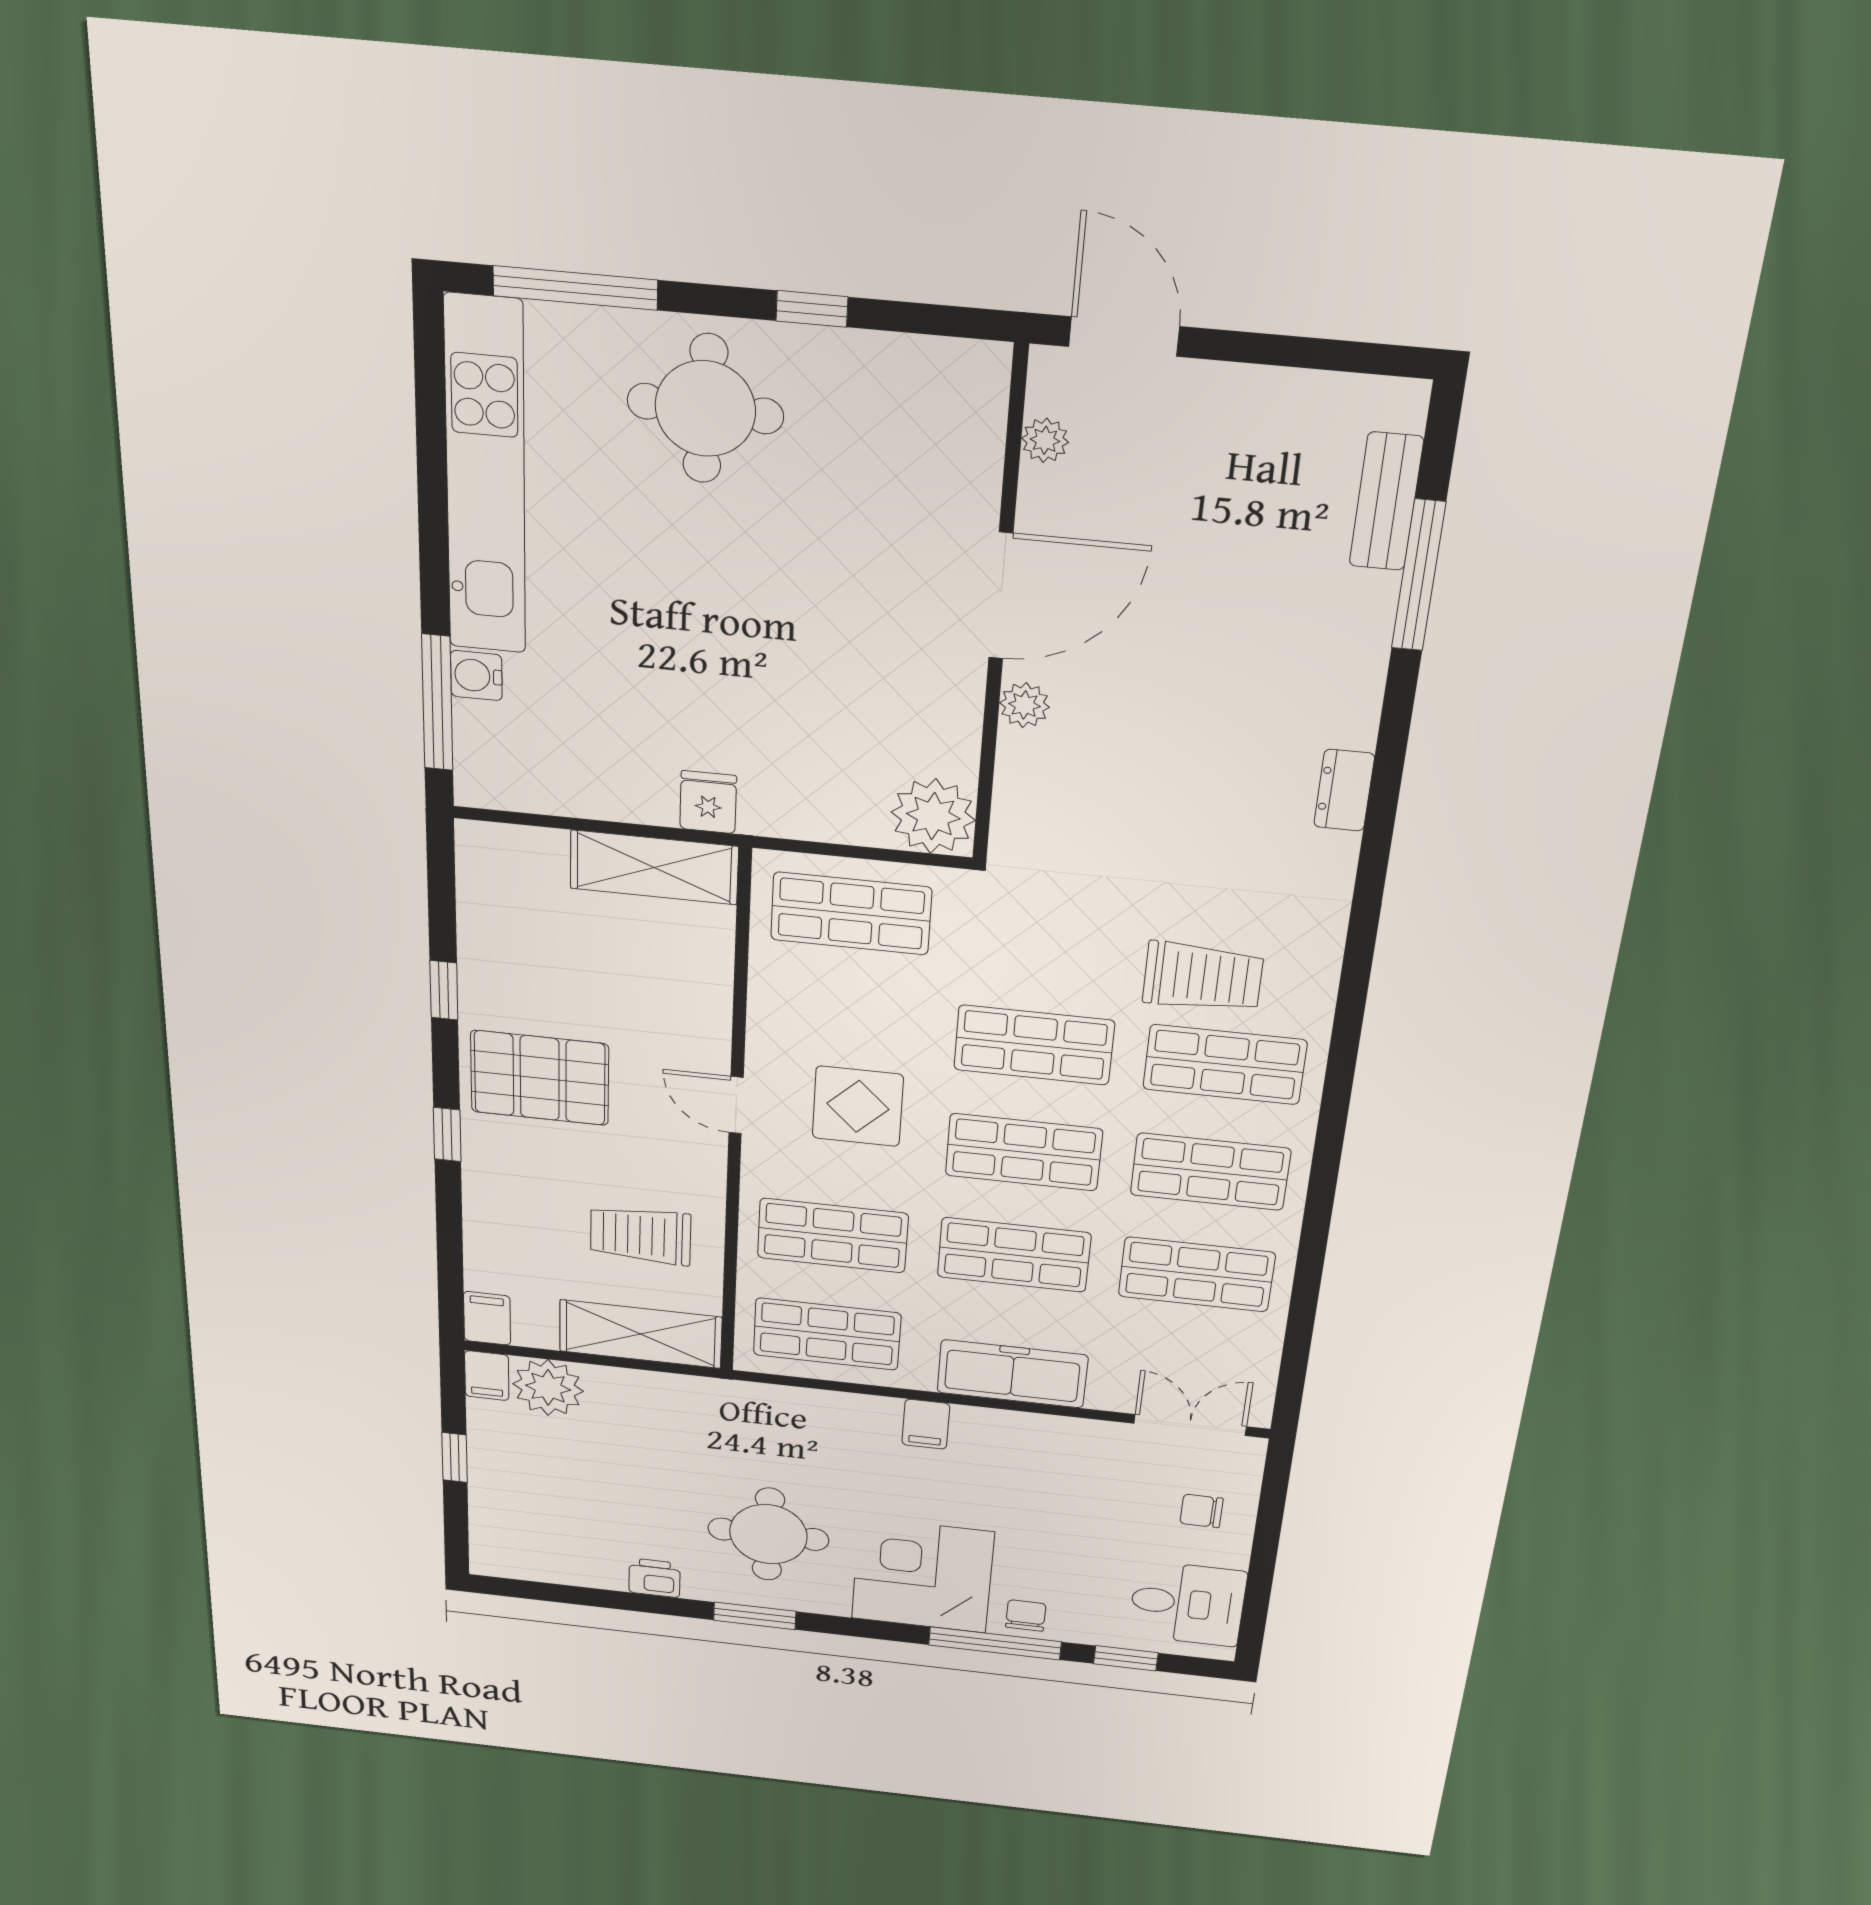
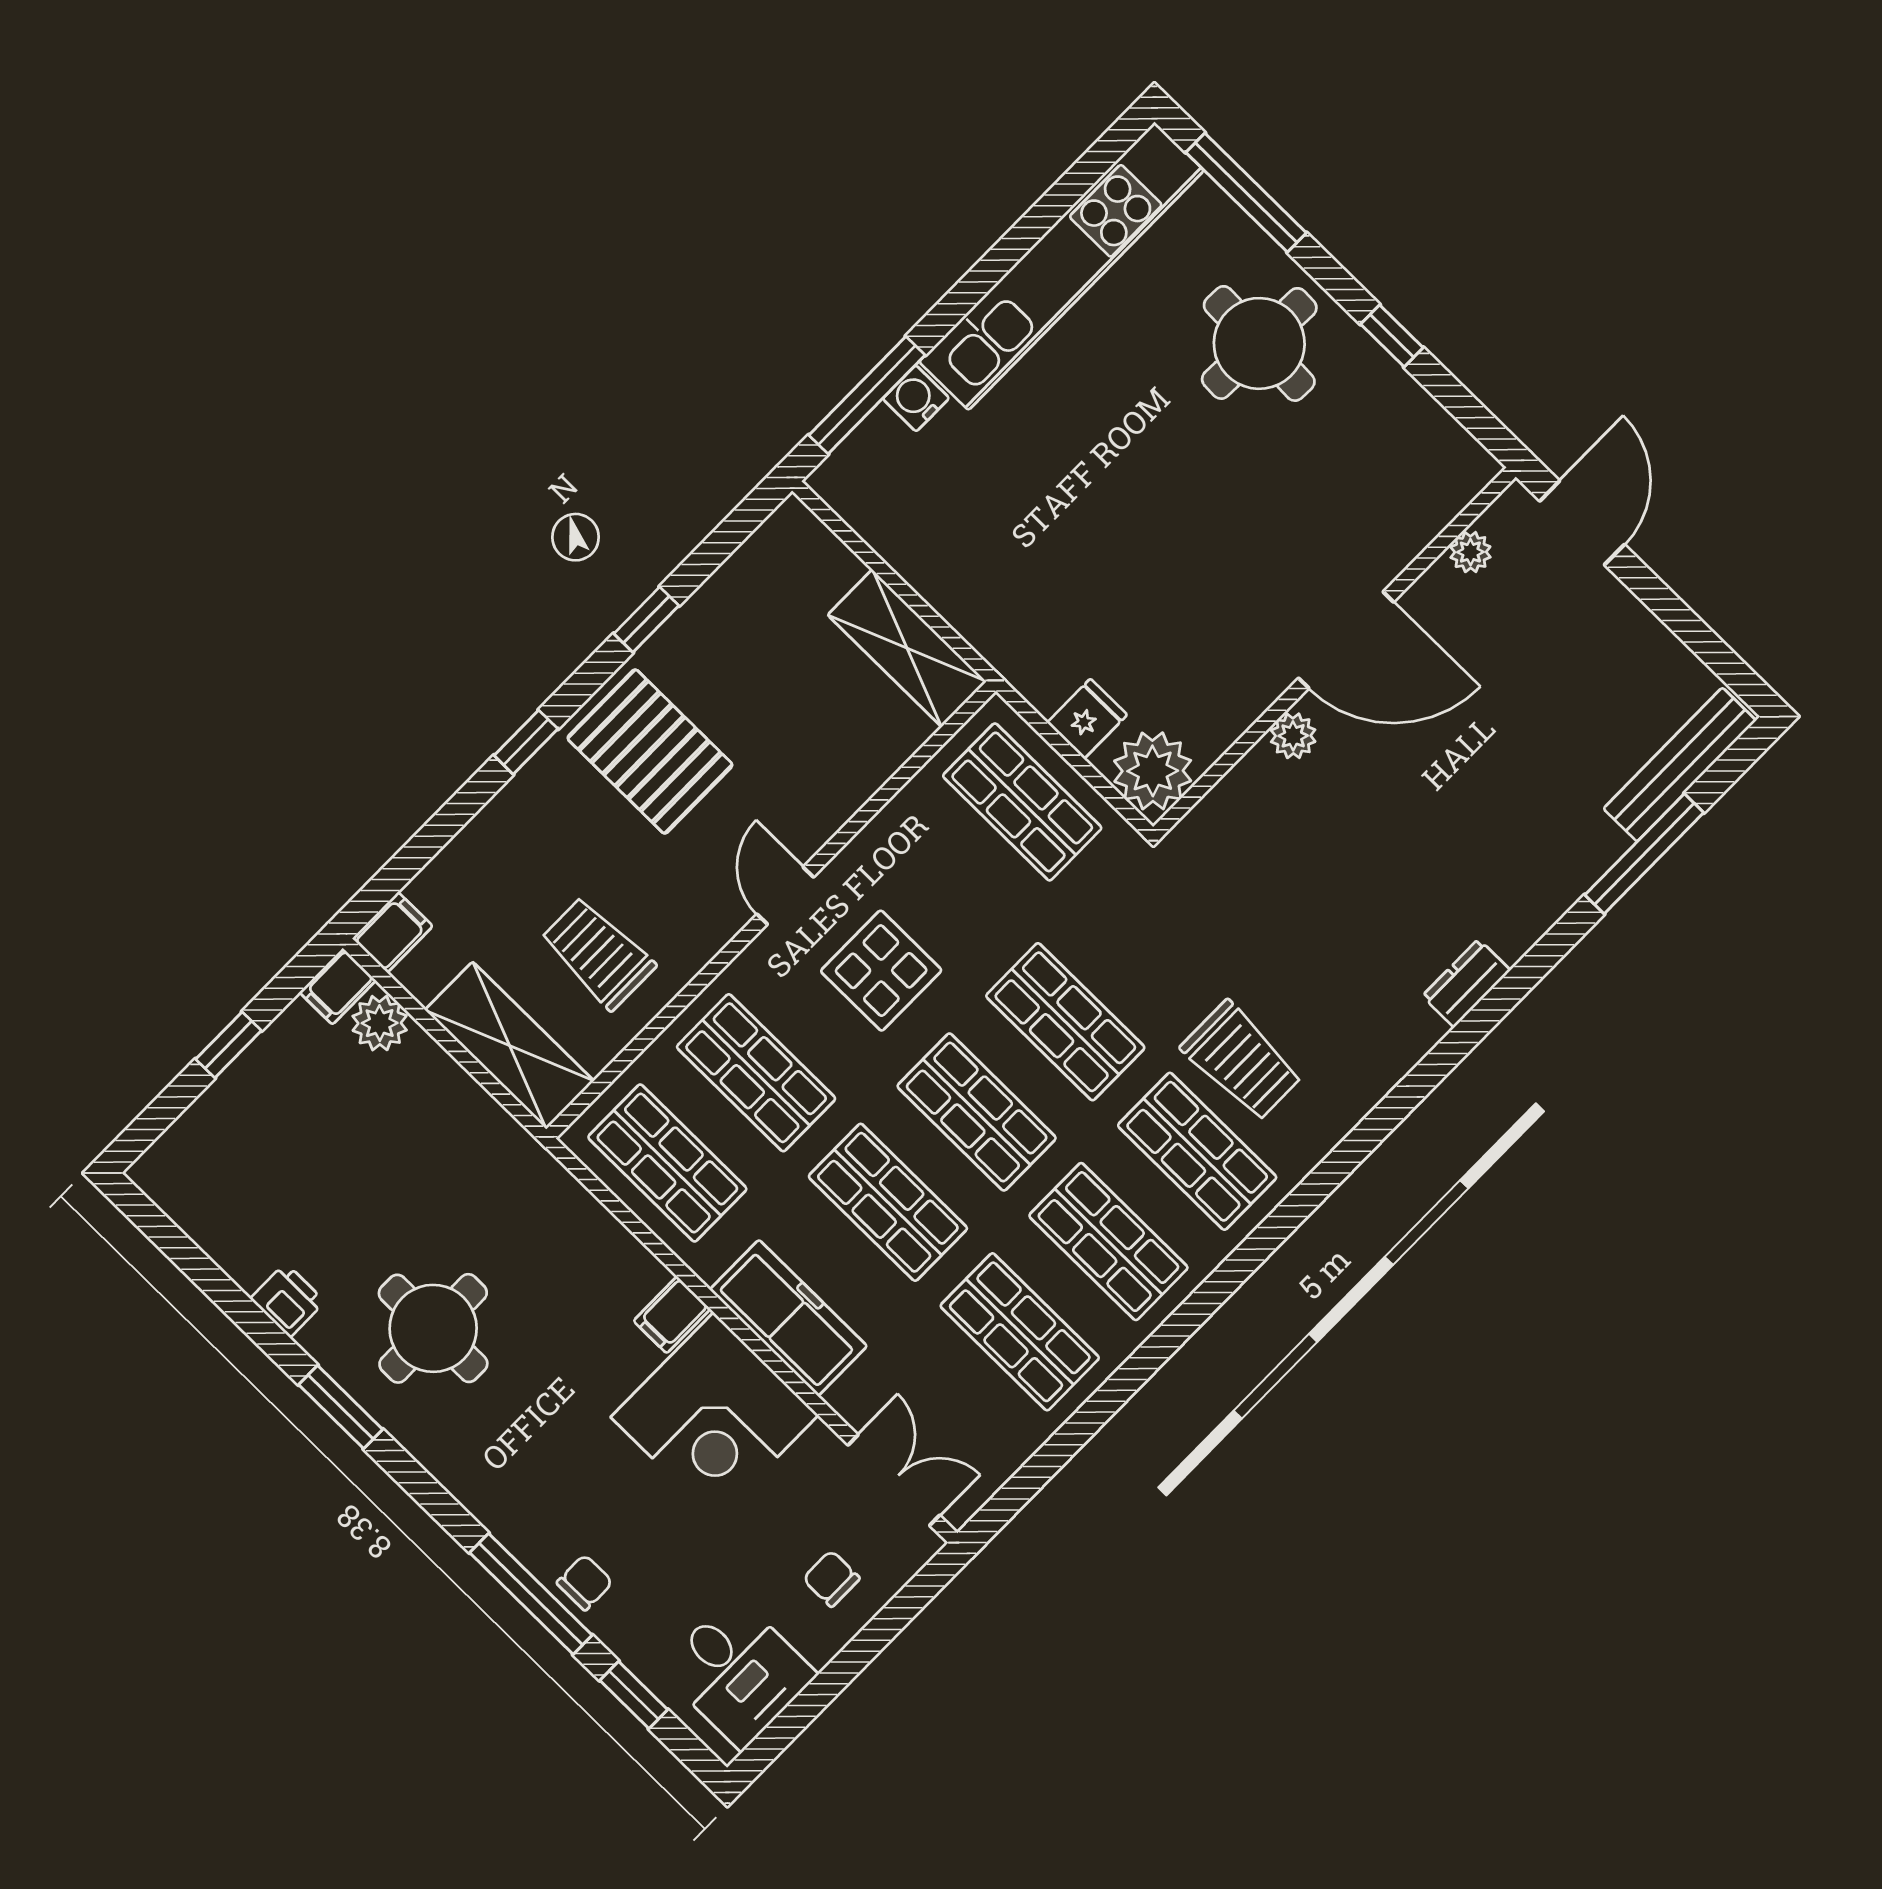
bench: (1386, 502) -> (1680, 765), width x1.36
fridge: (708, 802) -> (1087, 719), moved
plant: (548, 1388) -> (380, 1023), width x0.73, depth x0.73
corner desk: (923, 1575) -> (715, 1416), moved, turned 180

